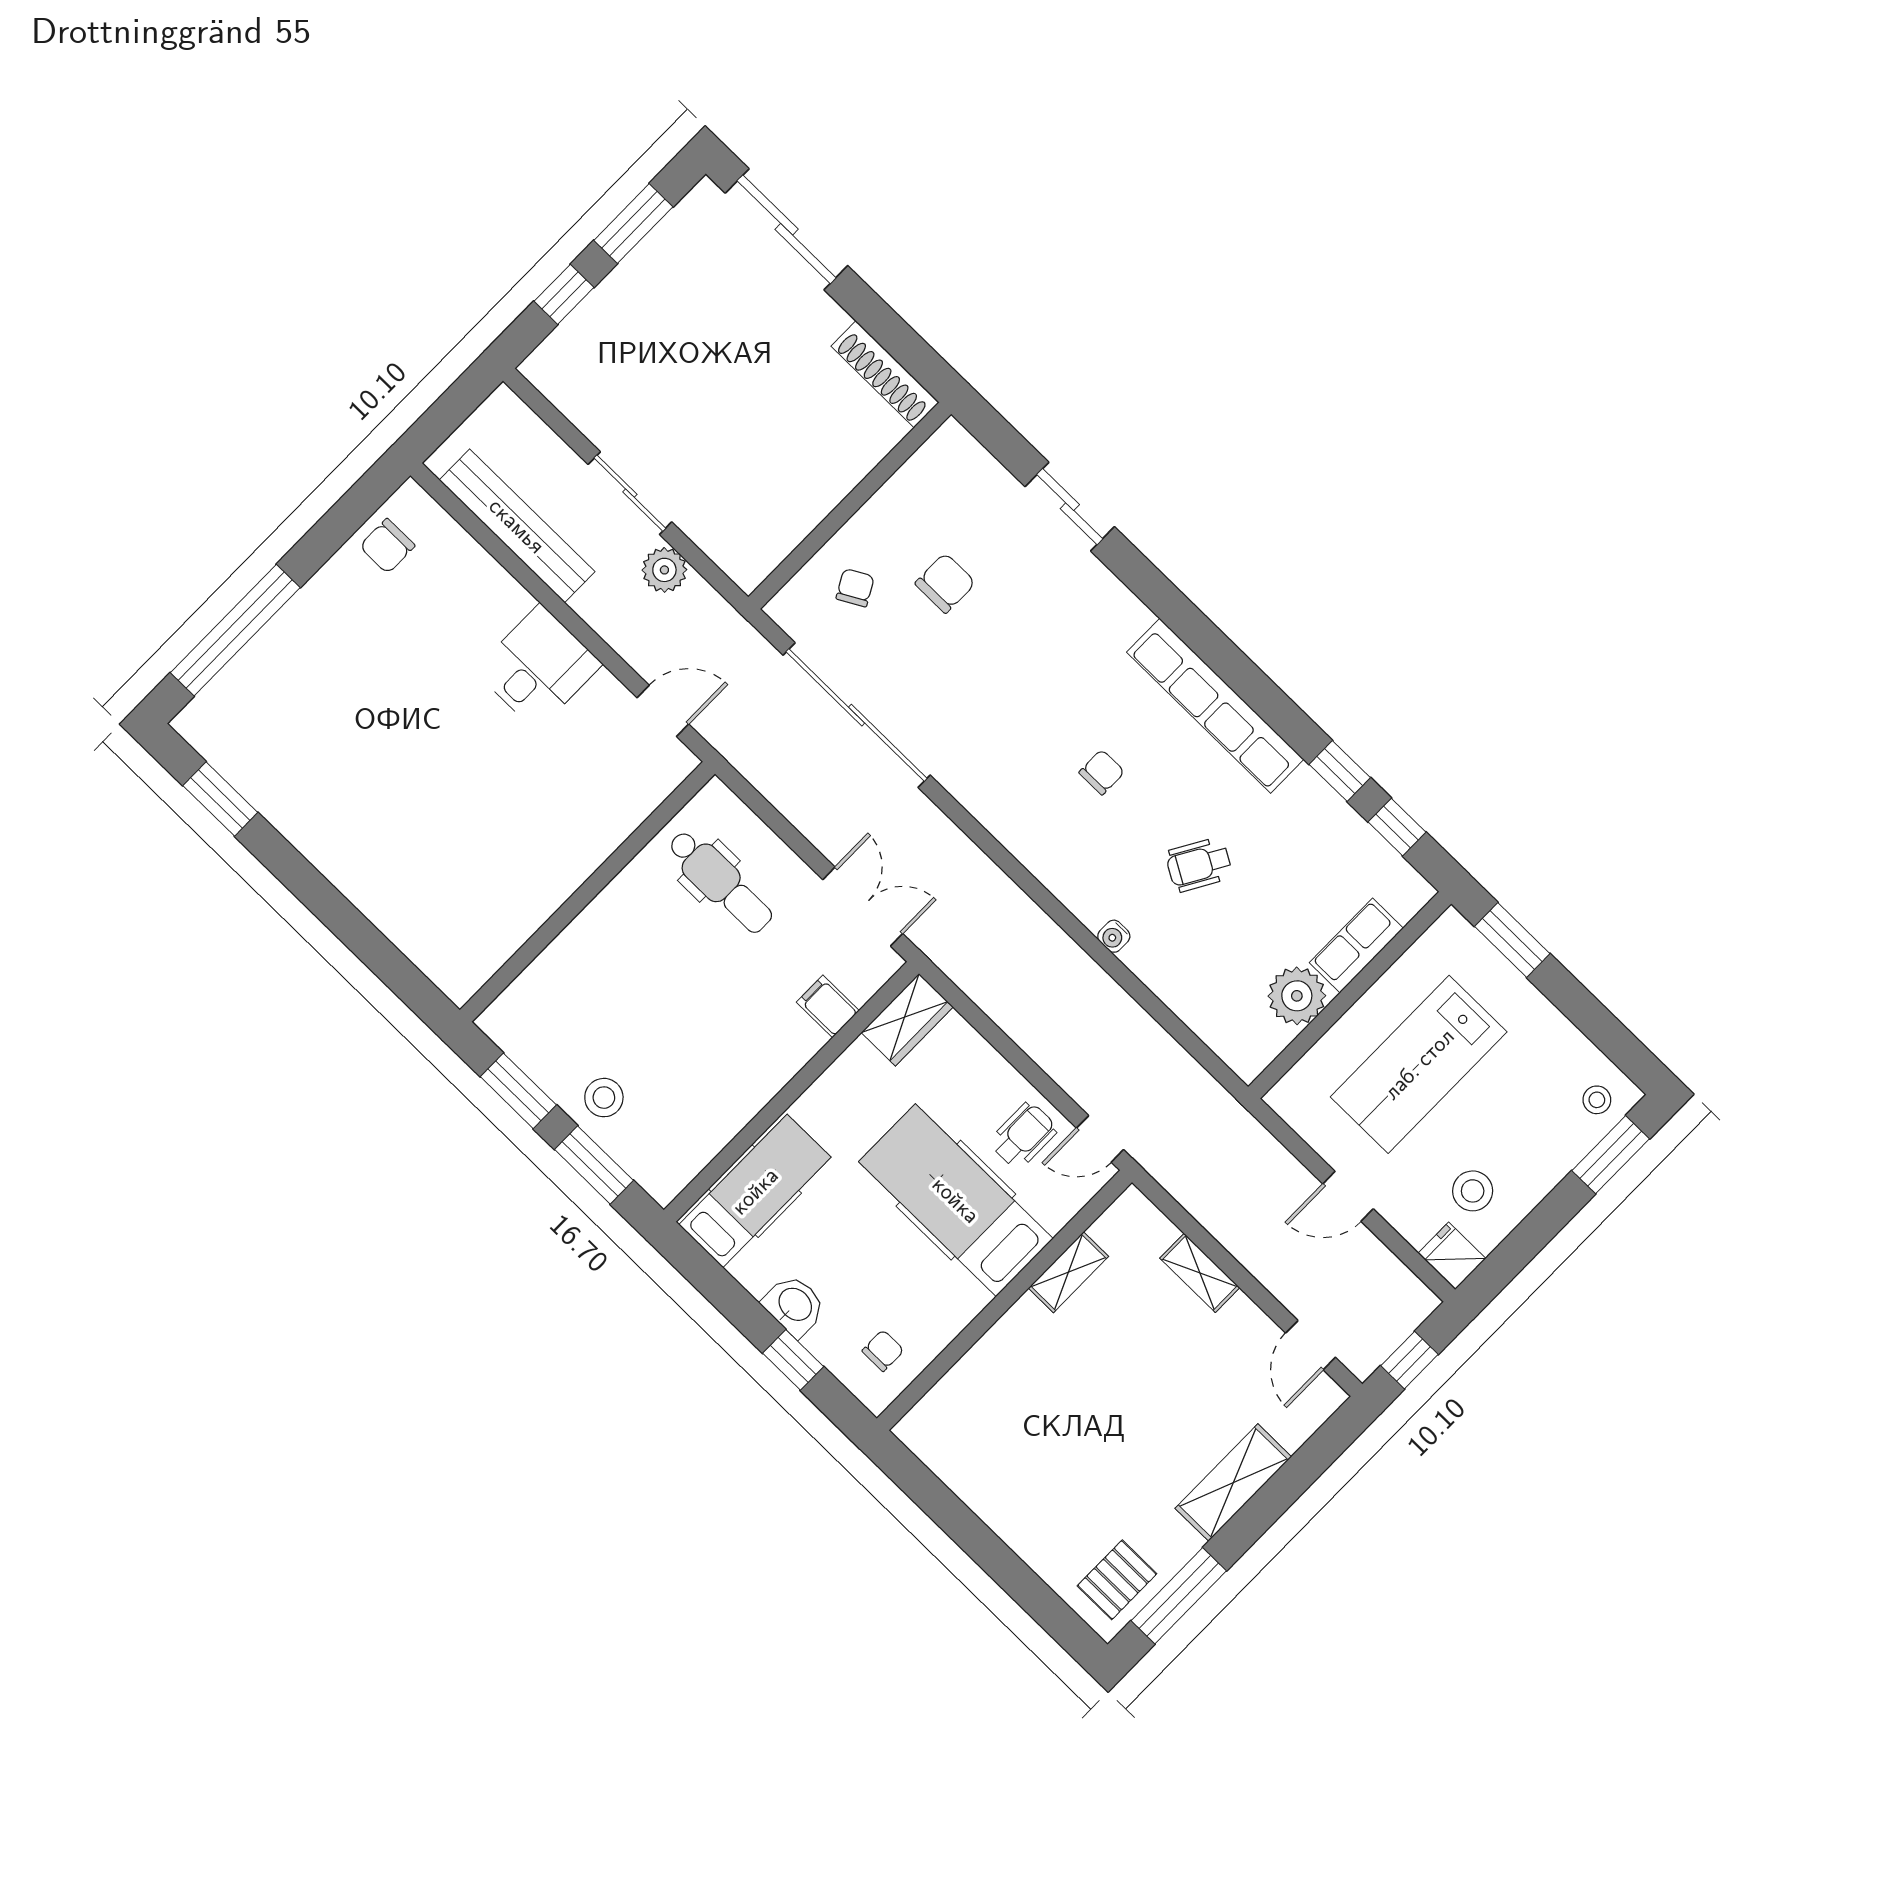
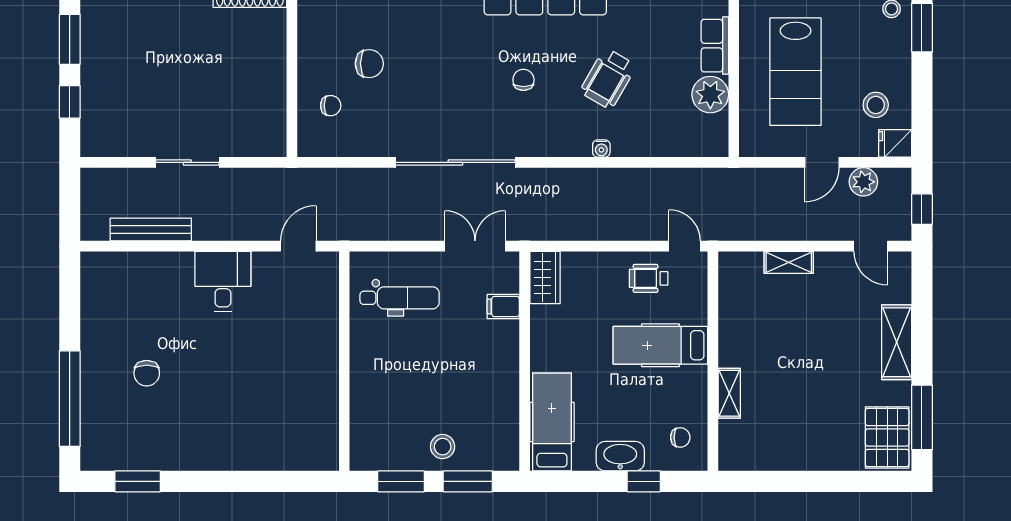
bench: (517, 526) -> (151, 229), width x0.73, depth x0.82
chair: (387, 546) -> (147, 373), moved
plant: (664, 570) -> (863, 182), moved
chair: (945, 583) -> (369, 64), turned 90
chair: (855, 588) -> (331, 106), turned 119
sliding door: (857, 715) -> (455, 162), moved
wheelchair: (1199, 865) -> (608, 79), width x1.36, depth x1.37
wheelchair: (1023, 1136) -> (649, 278), turned -90
door: (1100, 1139) -> (685, 246), swing flipped
hospital bed: (956, 1200) -> (660, 345), width x0.73, depth x0.78
shelving: (1068, 1272) -> (729, 393), moved
washbasin: (794, 1305) -> (620, 456), width x1.38
chair: (883, 1351) -> (680, 437), turned 90
pallet: (1117, 1580) -> (887, 438), width x1.50, depth x1.42

